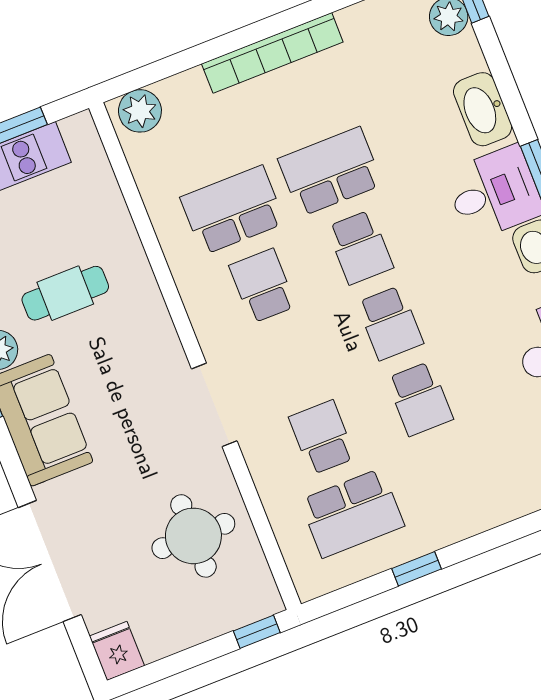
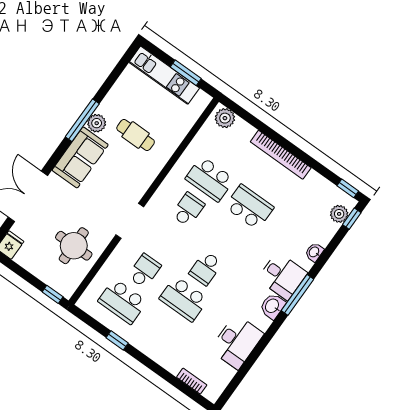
washbasin: (483, 109) -> (314, 252), width x0.52, depth x0.69
school desk: (233, 210) -> (210, 179), turned 180
school desk: (360, 247) -> (227, 238), removed
school desk: (420, 399) -> (184, 299), width x1.85

